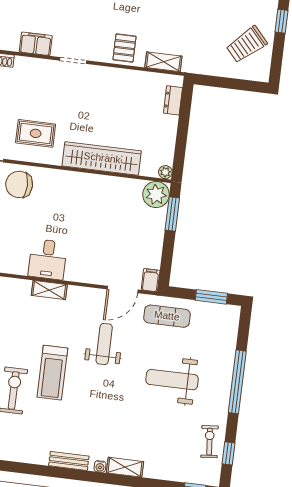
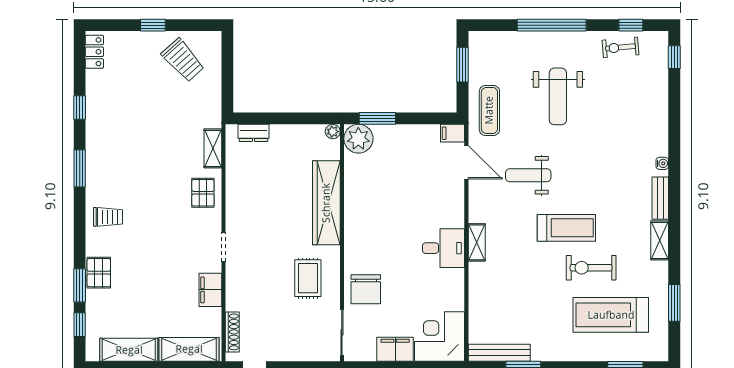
pallet: (124, 48) -> (203, 193), turned 90
shelving: (125, 467) -> (660, 240), moved

